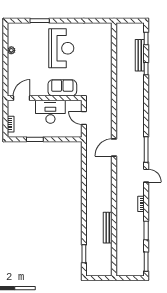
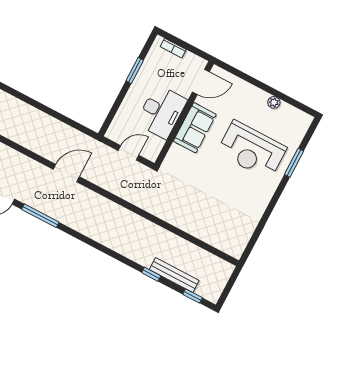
reception desk: (61, 48) -> (252, 150), moved
sofa: (62, 88) -> (195, 128), moved
door: (22, 98) -> (201, 82), hinge flipped
door: (114, 147) -> (66, 173), hinge flipped

